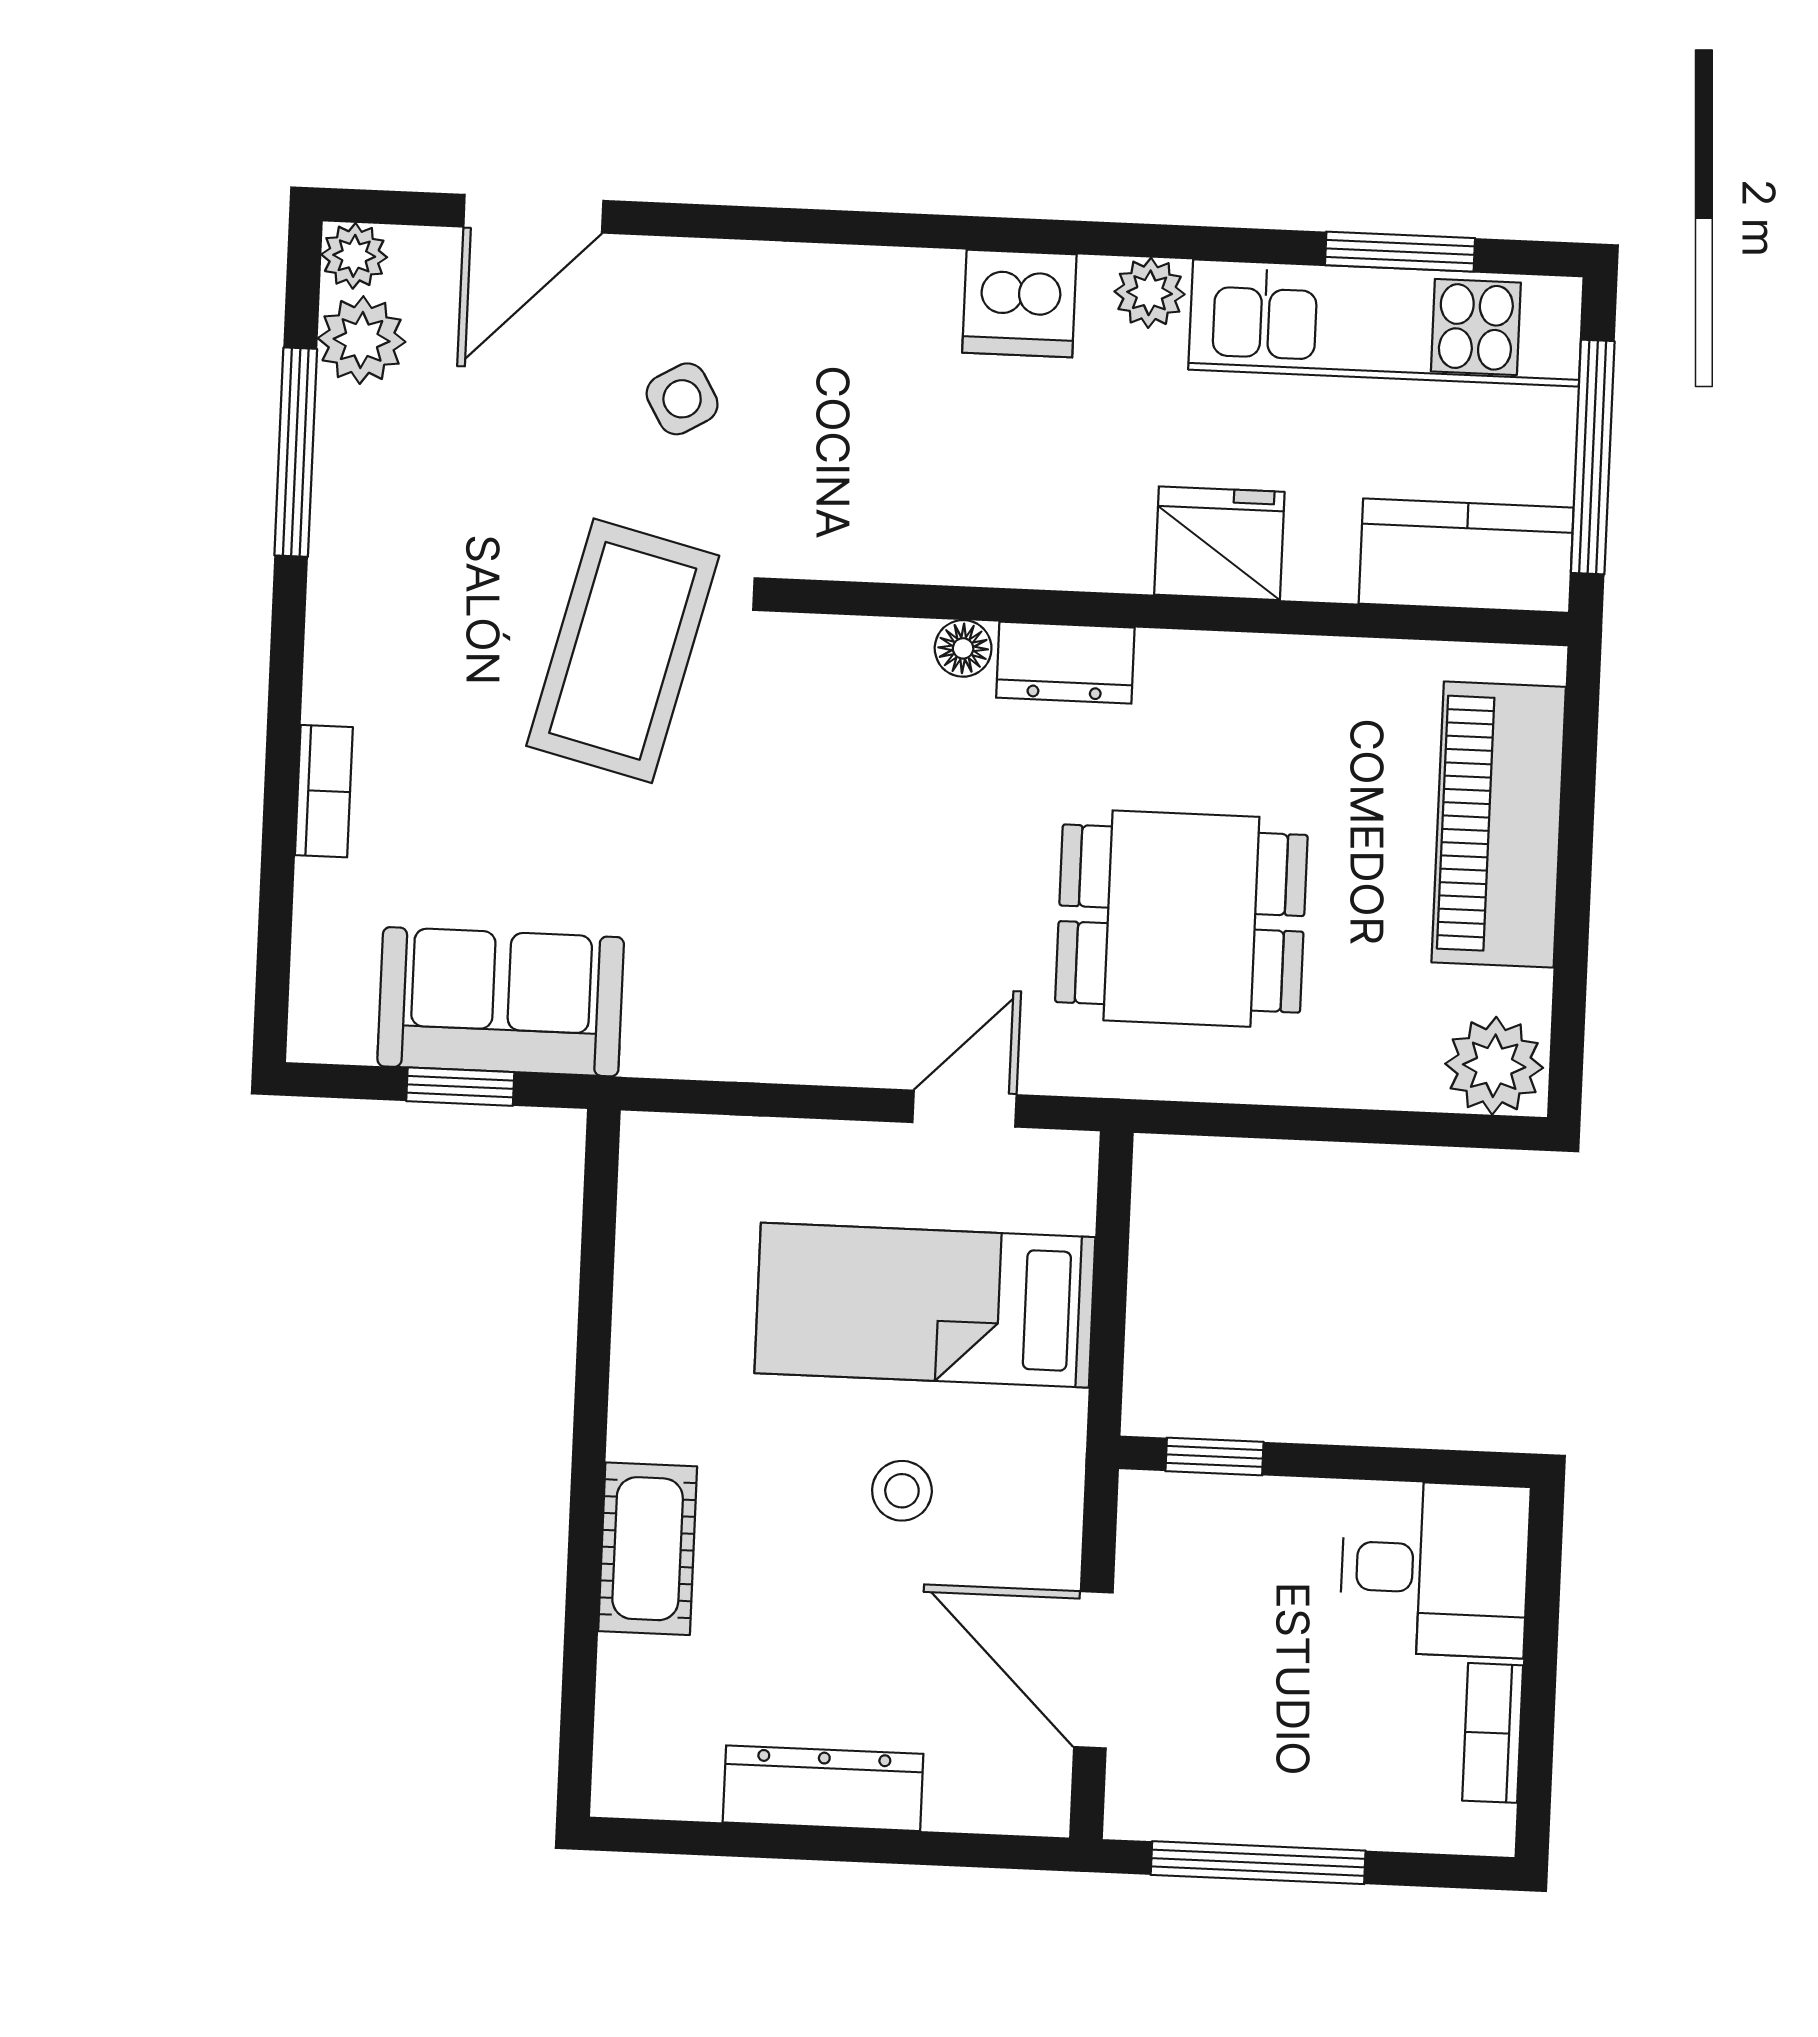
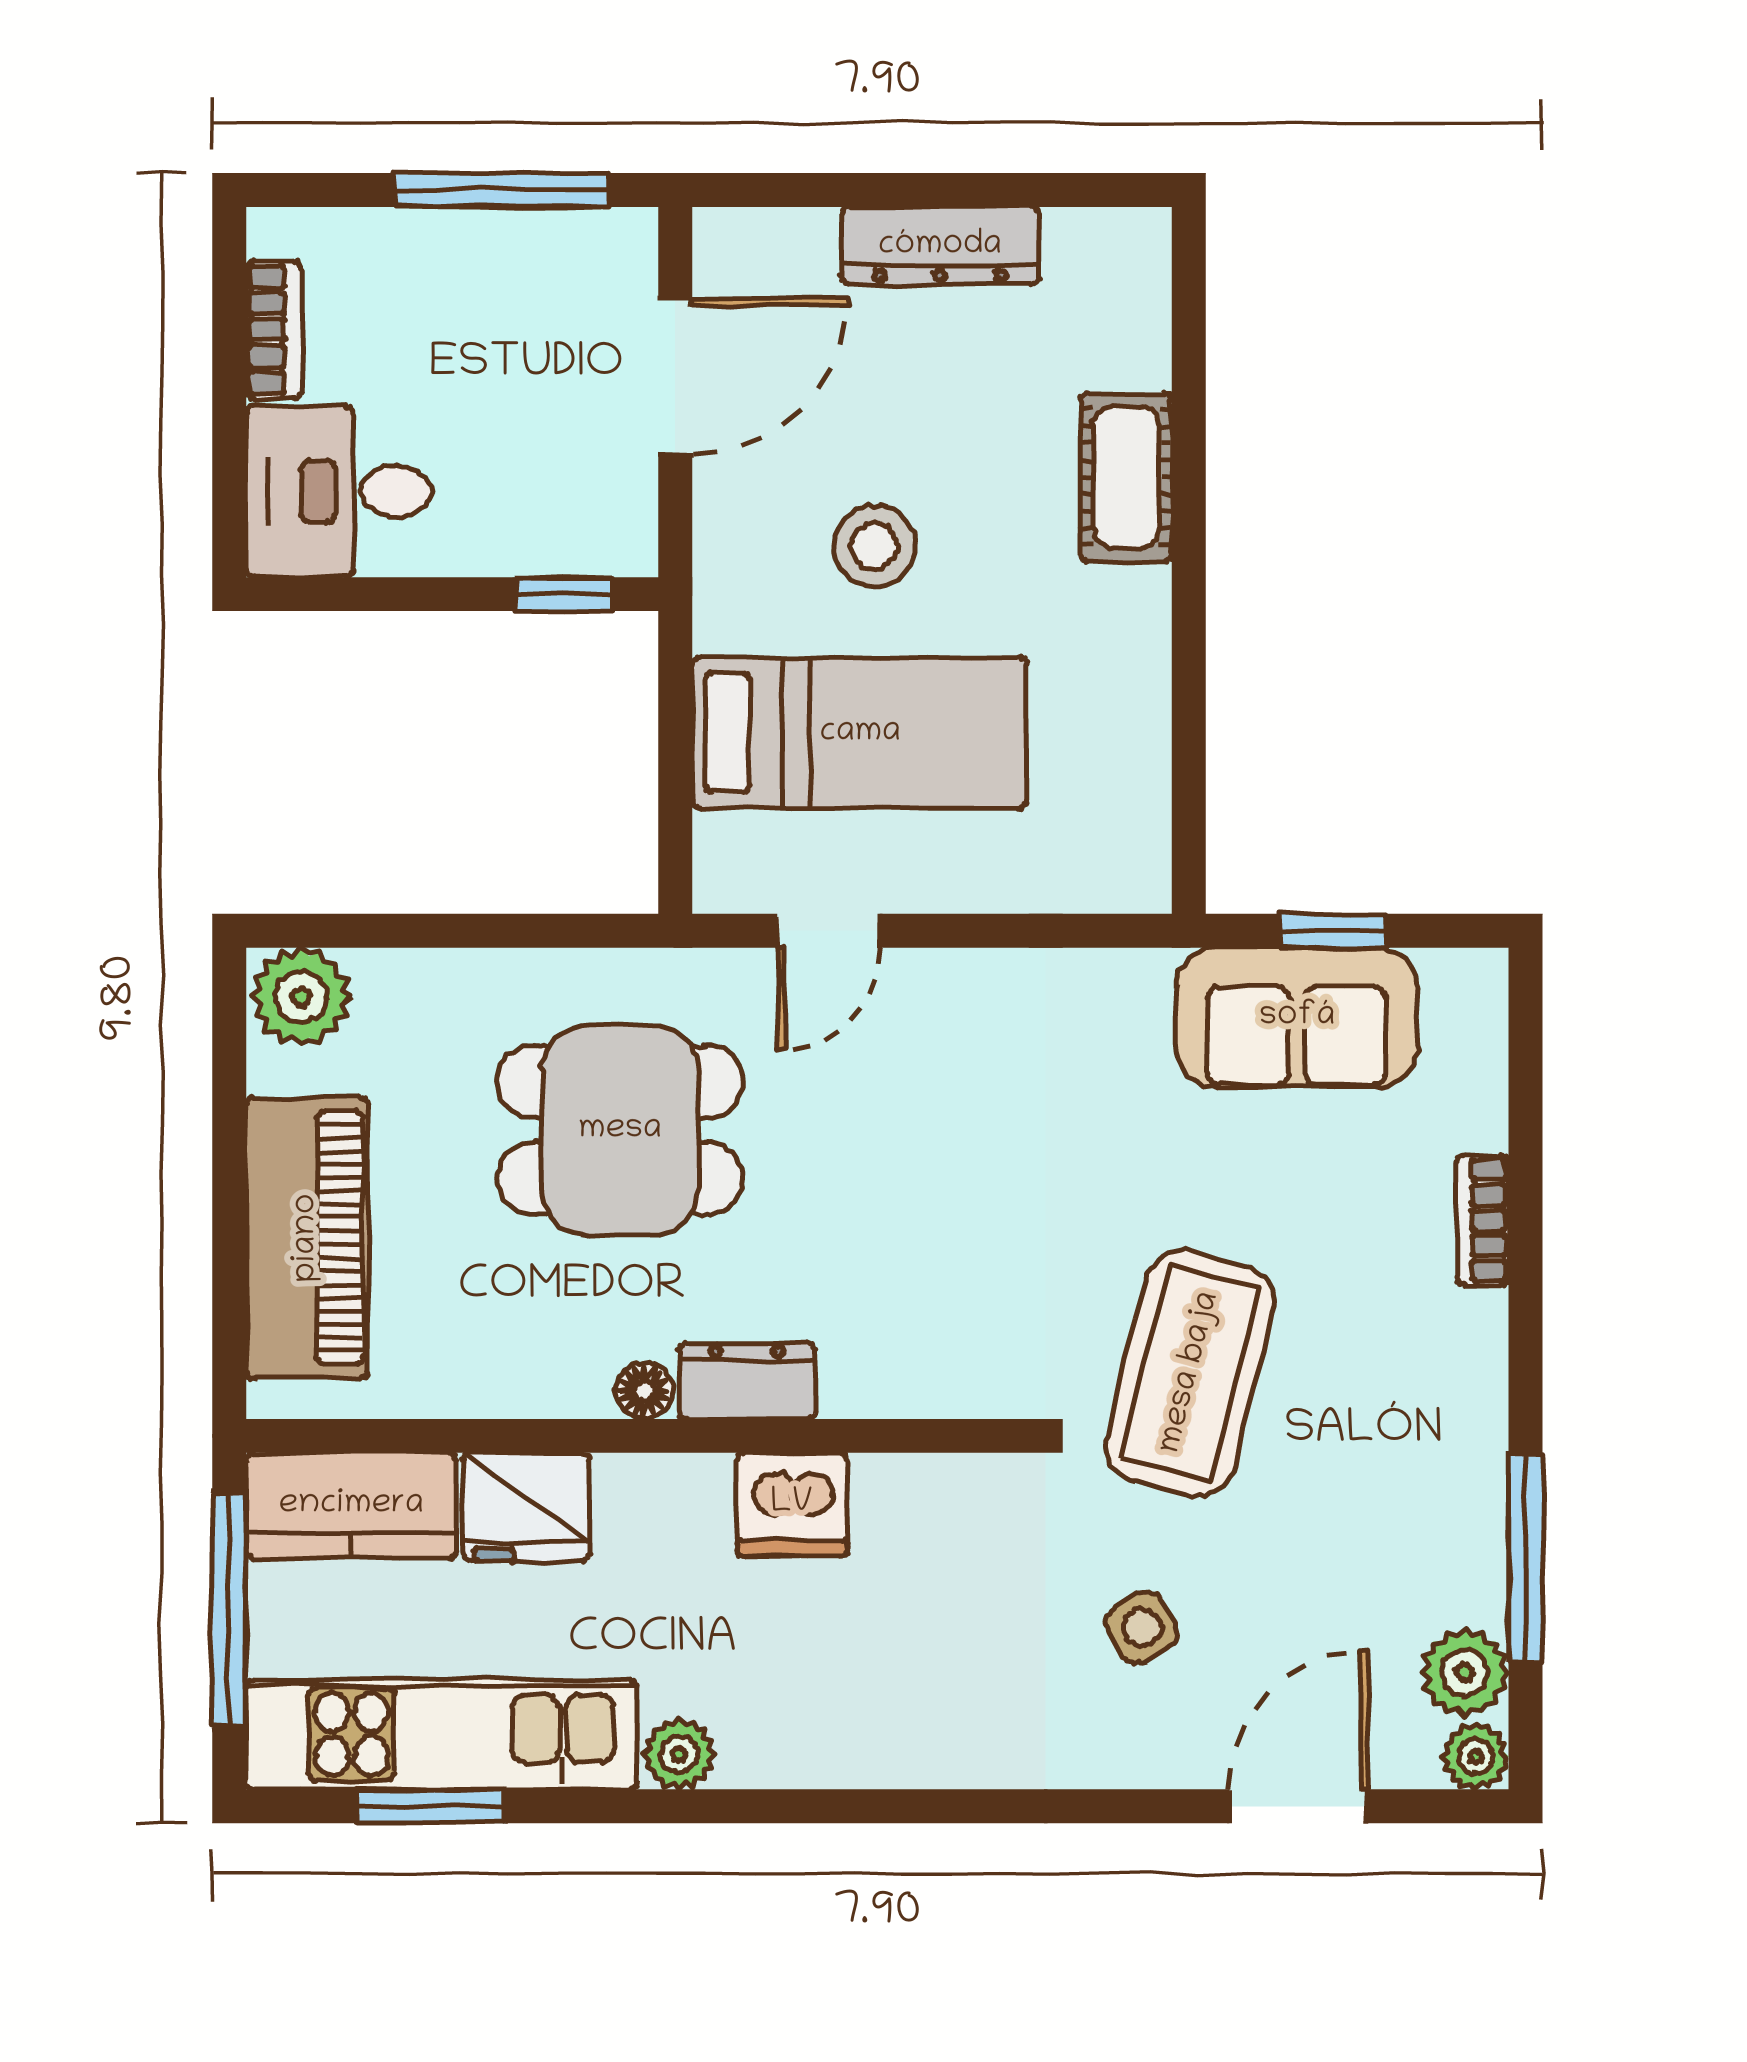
dishwasher: (1019, 303) -> (792, 1504), moved, turned 180
fridge: (1219, 543) -> (527, 1507), moved
floor lamp: (963, 648) -> (644, 1391), moved
stool: (902, 1491) -> (874, 546), width x1.37, depth x1.37
door: (1093, 1670) -> (675, 376), hinge flipped

